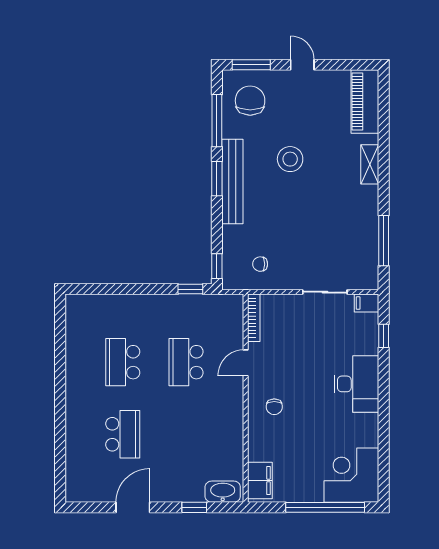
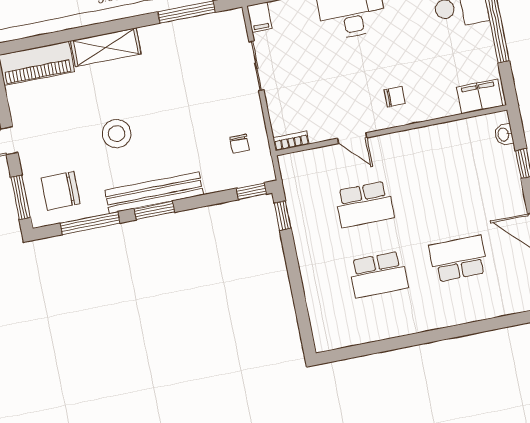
shelving: (370, 164) -> (106, 47), width x1.50, depth x1.33
bookcase: (254, 318) -> (291, 141), width x0.64
washbasin: (223, 492) -> (504, 135), width x0.52, depth x0.69

